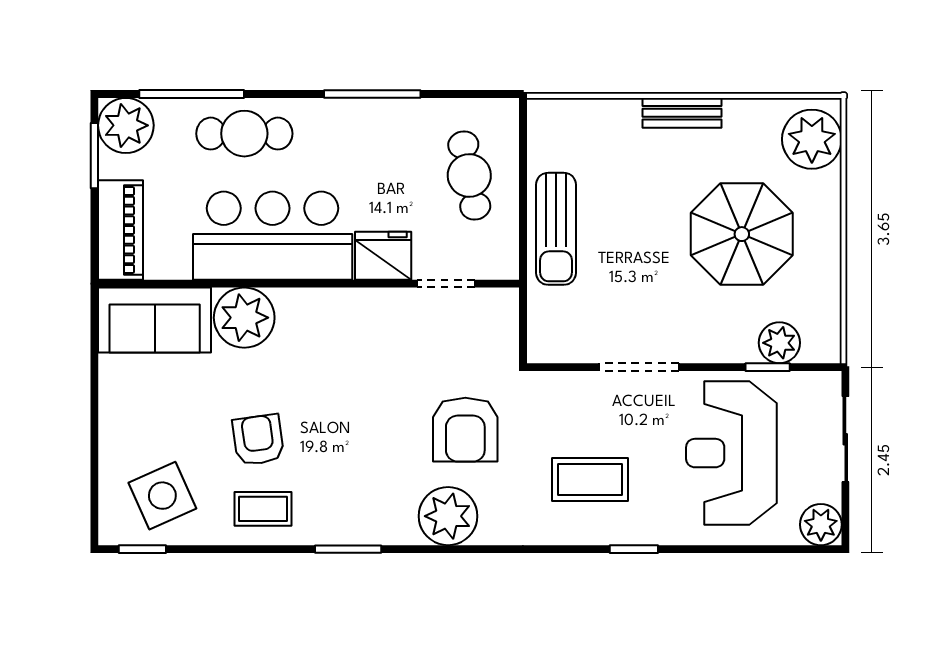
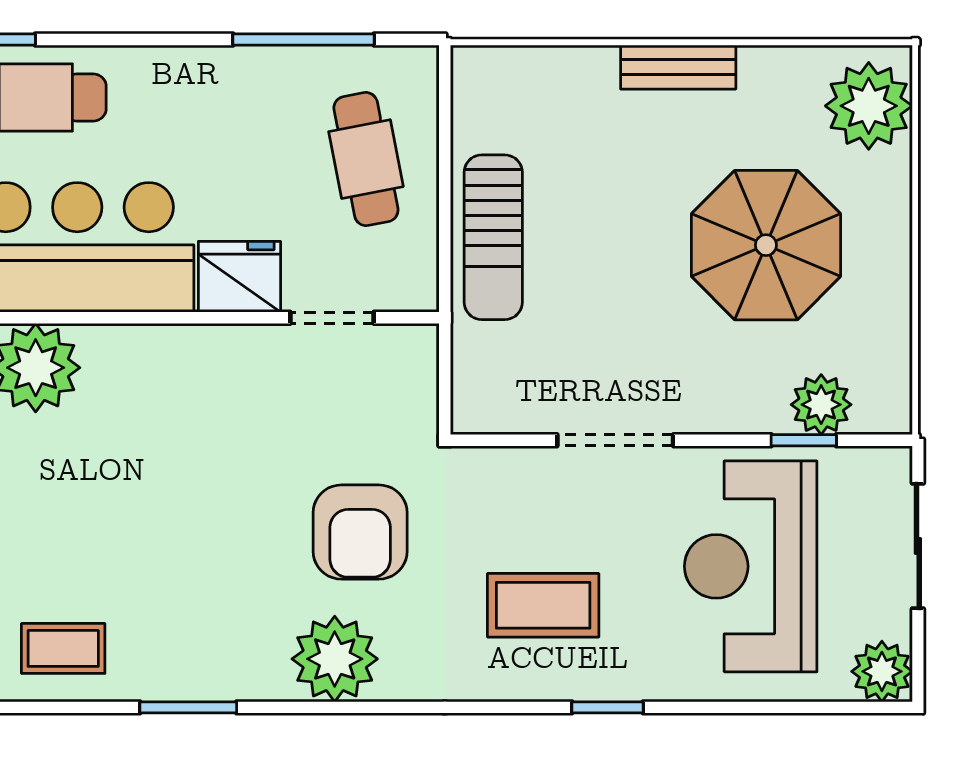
window: (372, 94) -> (304, 39), moved
armchair: (258, 440) -> (56, 547), removed

